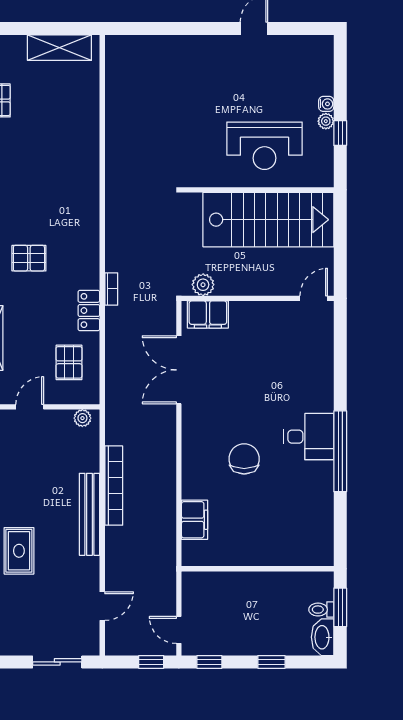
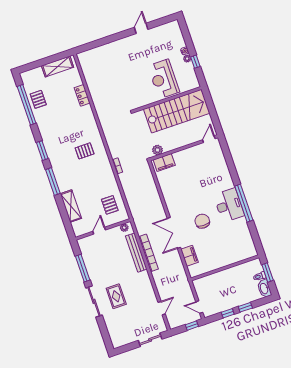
reception desk: (264, 146) -> (164, 79), turned 90
pallet: (29, 258) -> (85, 151), moved
locker: (89, 310) -> (82, 95), moved
double door: (179, 370) -> (174, 233), moved
desk: (309, 437) -> (229, 205), width x1.37
bench: (89, 514) -> (136, 253), moved
window: (209, 662) -> (228, 313), moved

